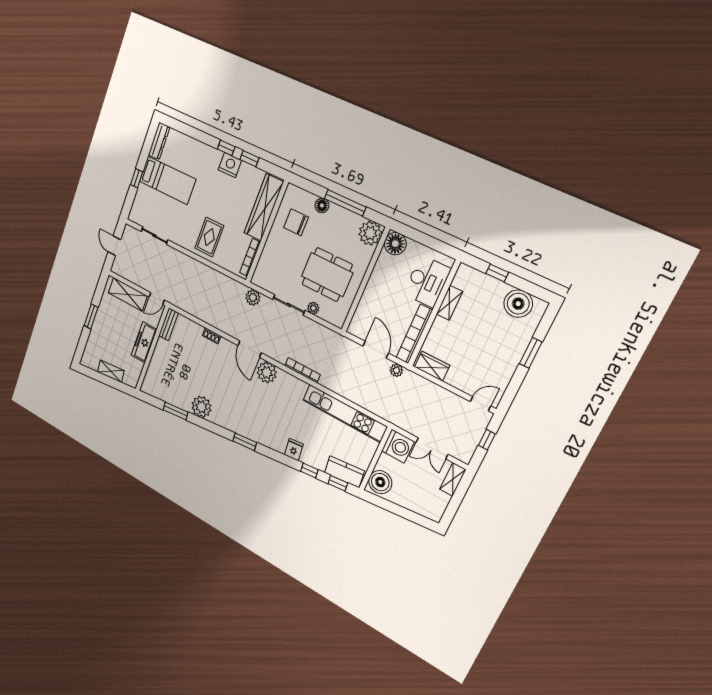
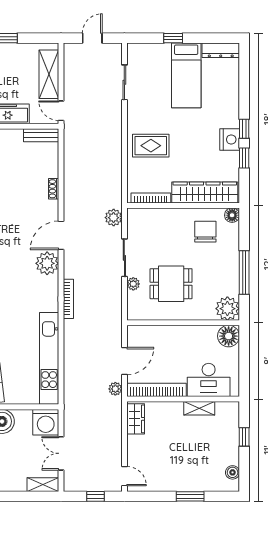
floor lamp: (322, 205) -> (232, 215), moved
dining table: (327, 275) -> (171, 284), width x0.73
boiler: (518, 304) -> (233, 472), width x0.54, depth x0.54

